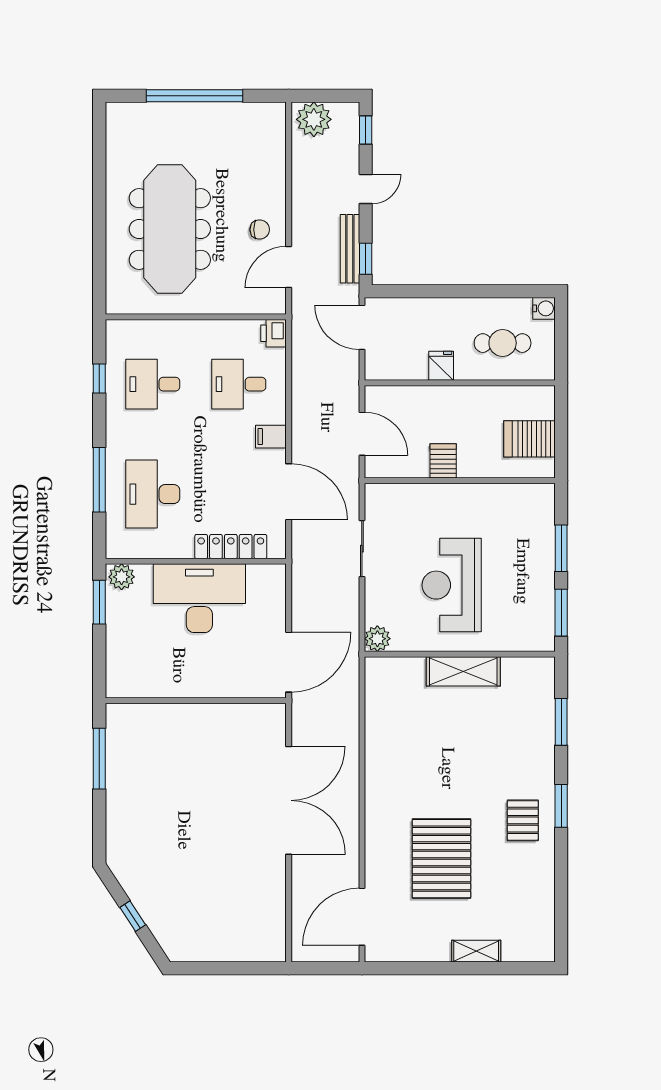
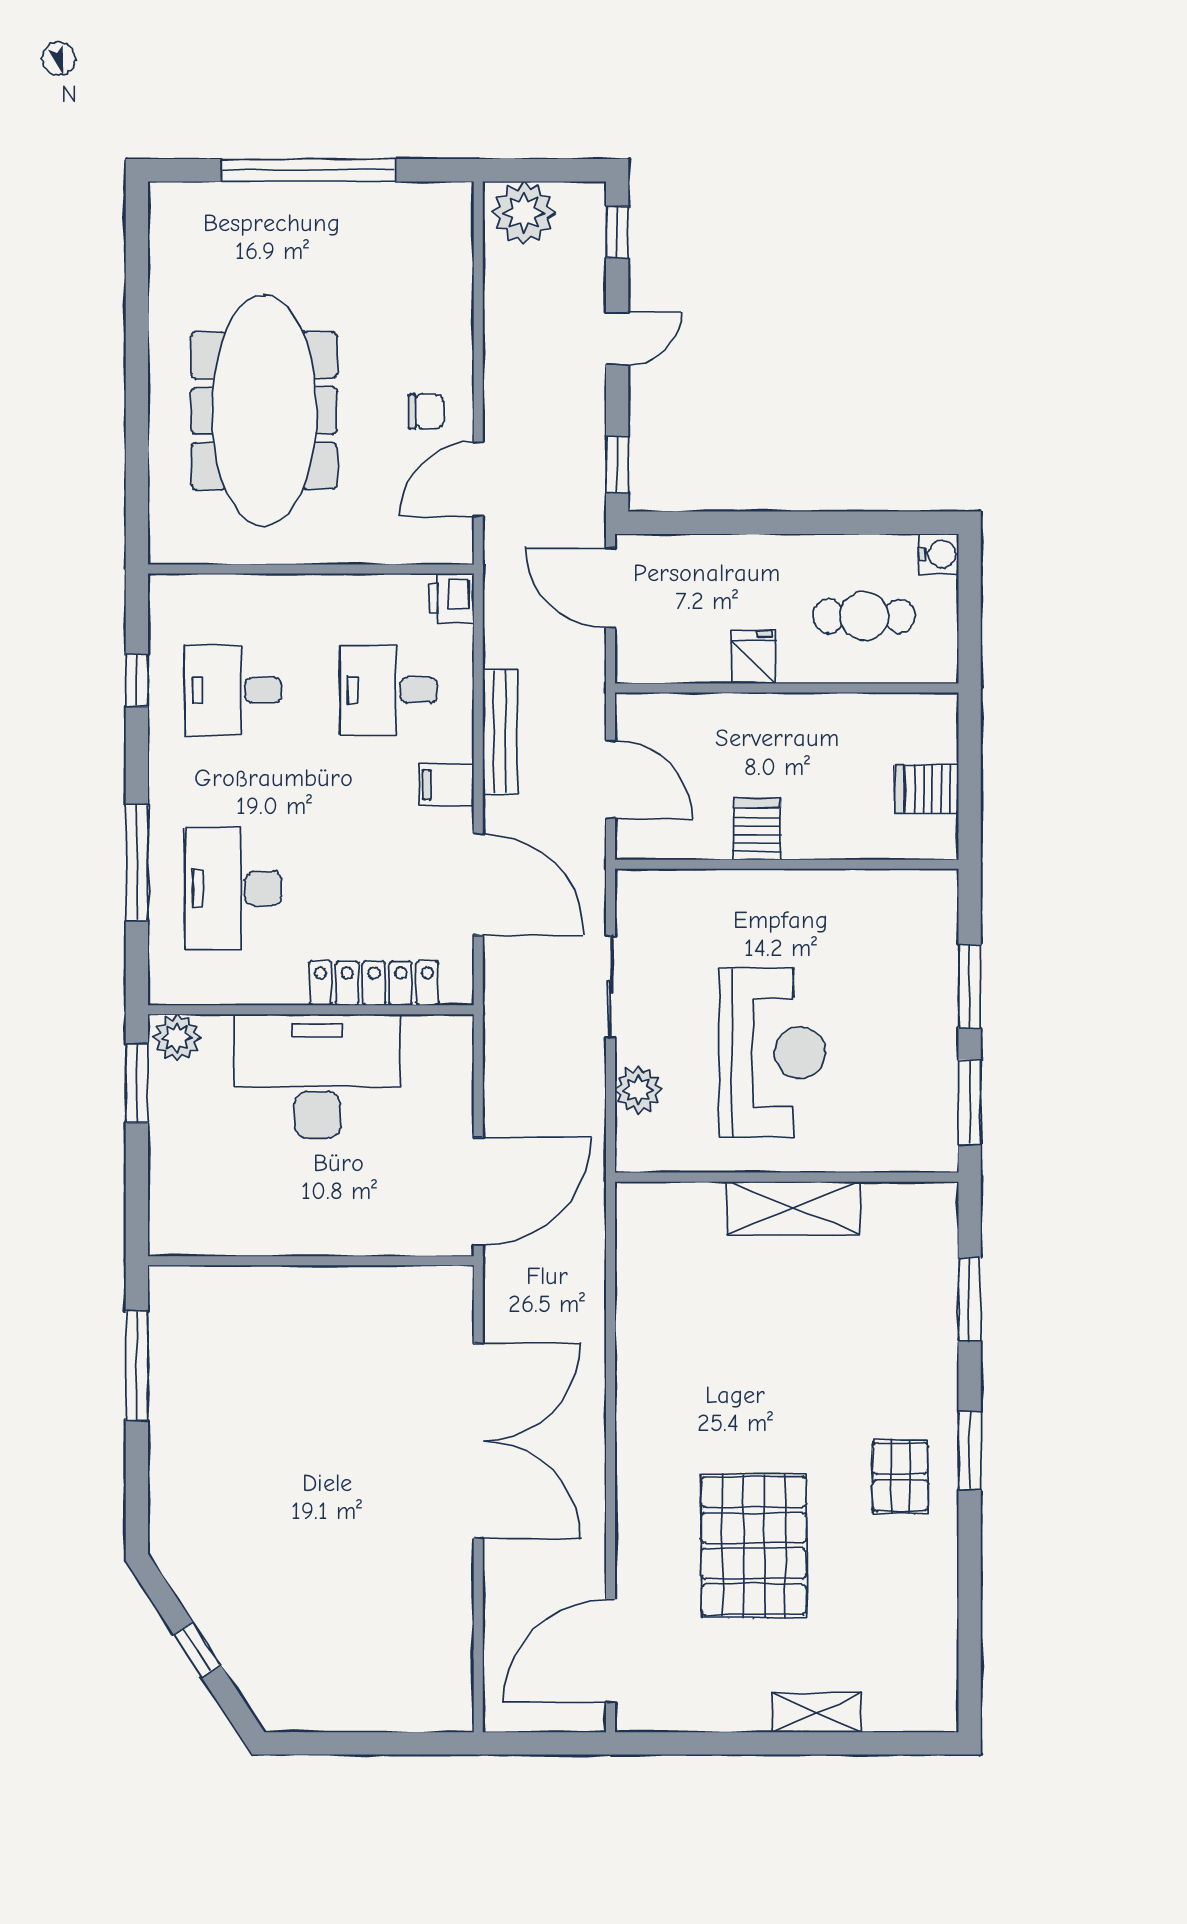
bench: (350, 249) -> (500, 732), moved
server rack: (529, 439) -> (927, 789), width x0.73, depth x0.70
reception desk: (452, 585) -> (772, 1053), turned 180
plant: (377, 639) -> (638, 1090), moved

